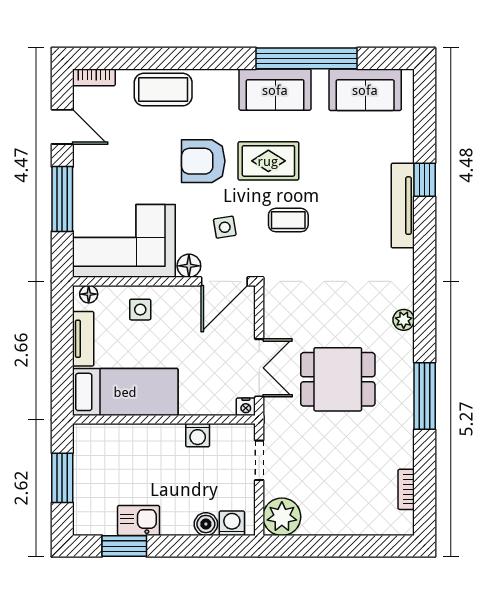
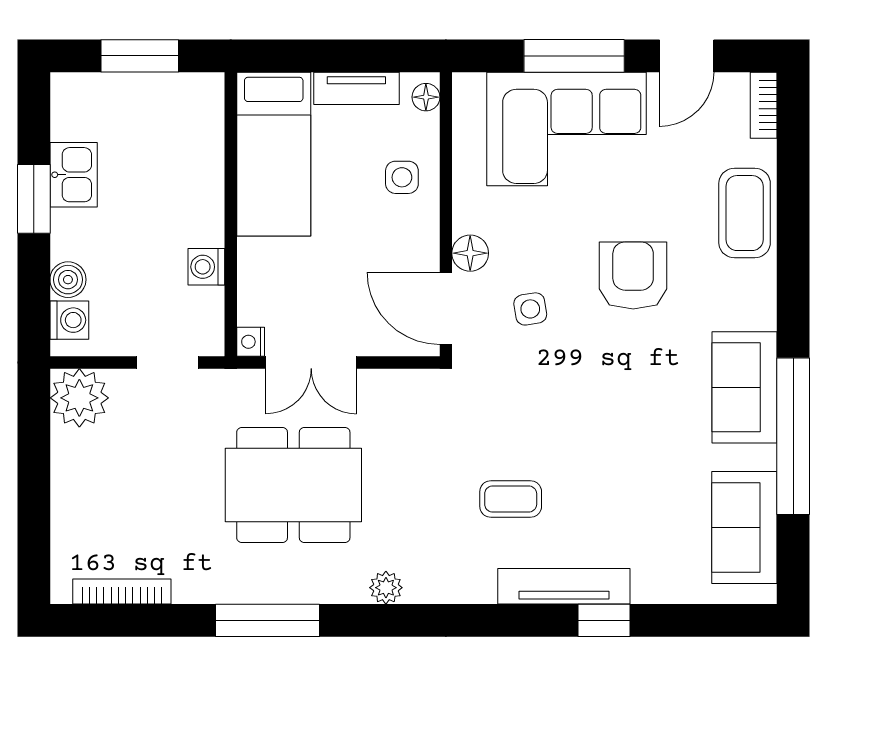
rug: (268, 161) -> (633, 377), removed
coffee table: (288, 220) -> (511, 499), moved, turned 90
corner sofa: (124, 241) -> (566, 129), moved, turned 90
dining table: (338, 379) -> (293, 485), width x1.38
bookcase: (406, 489) -> (122, 592), width x1.56
window: (124, 546) -> (34, 199), moved

